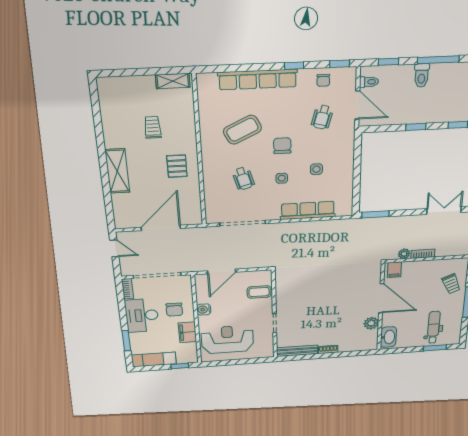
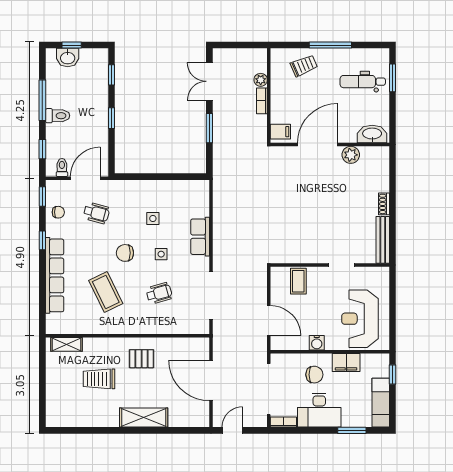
shelving: (173, 81) -> (67, 344), moved, turned 90
trolley: (153, 127) -> (99, 379), width x1.36, depth x1.39
row of seats: (308, 210) -> (200, 237), width x0.68
window: (375, 214) -> (209, 128), moved
plant: (404, 254) -> (261, 80), moved

